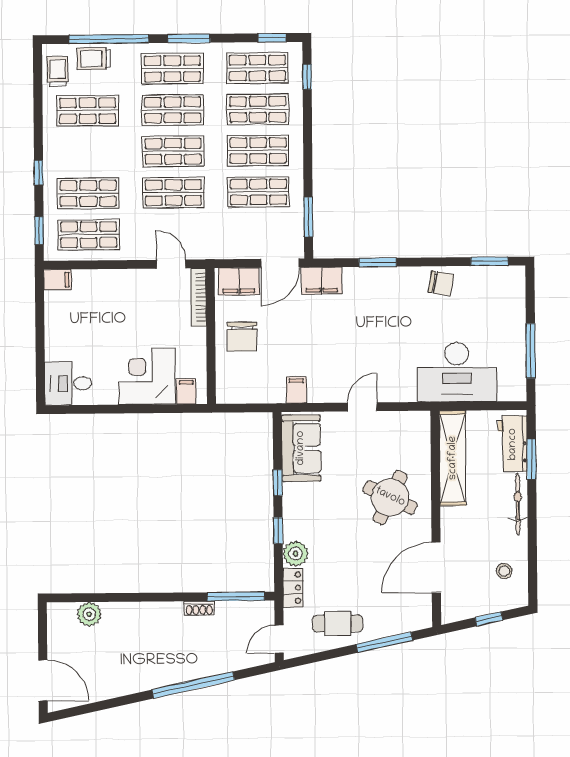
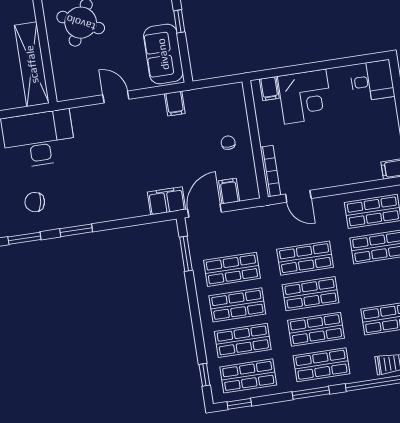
window: (378, 262) -> (76, 230), moved
filing cabinet: (239, 281) -> (229, 191), width x0.50
chair: (441, 283) -> (35, 202), moved
chair: (242, 337) -> (228, 143), width x0.54, depth x0.54
door: (362, 407) -> (116, 97), swing flipped

